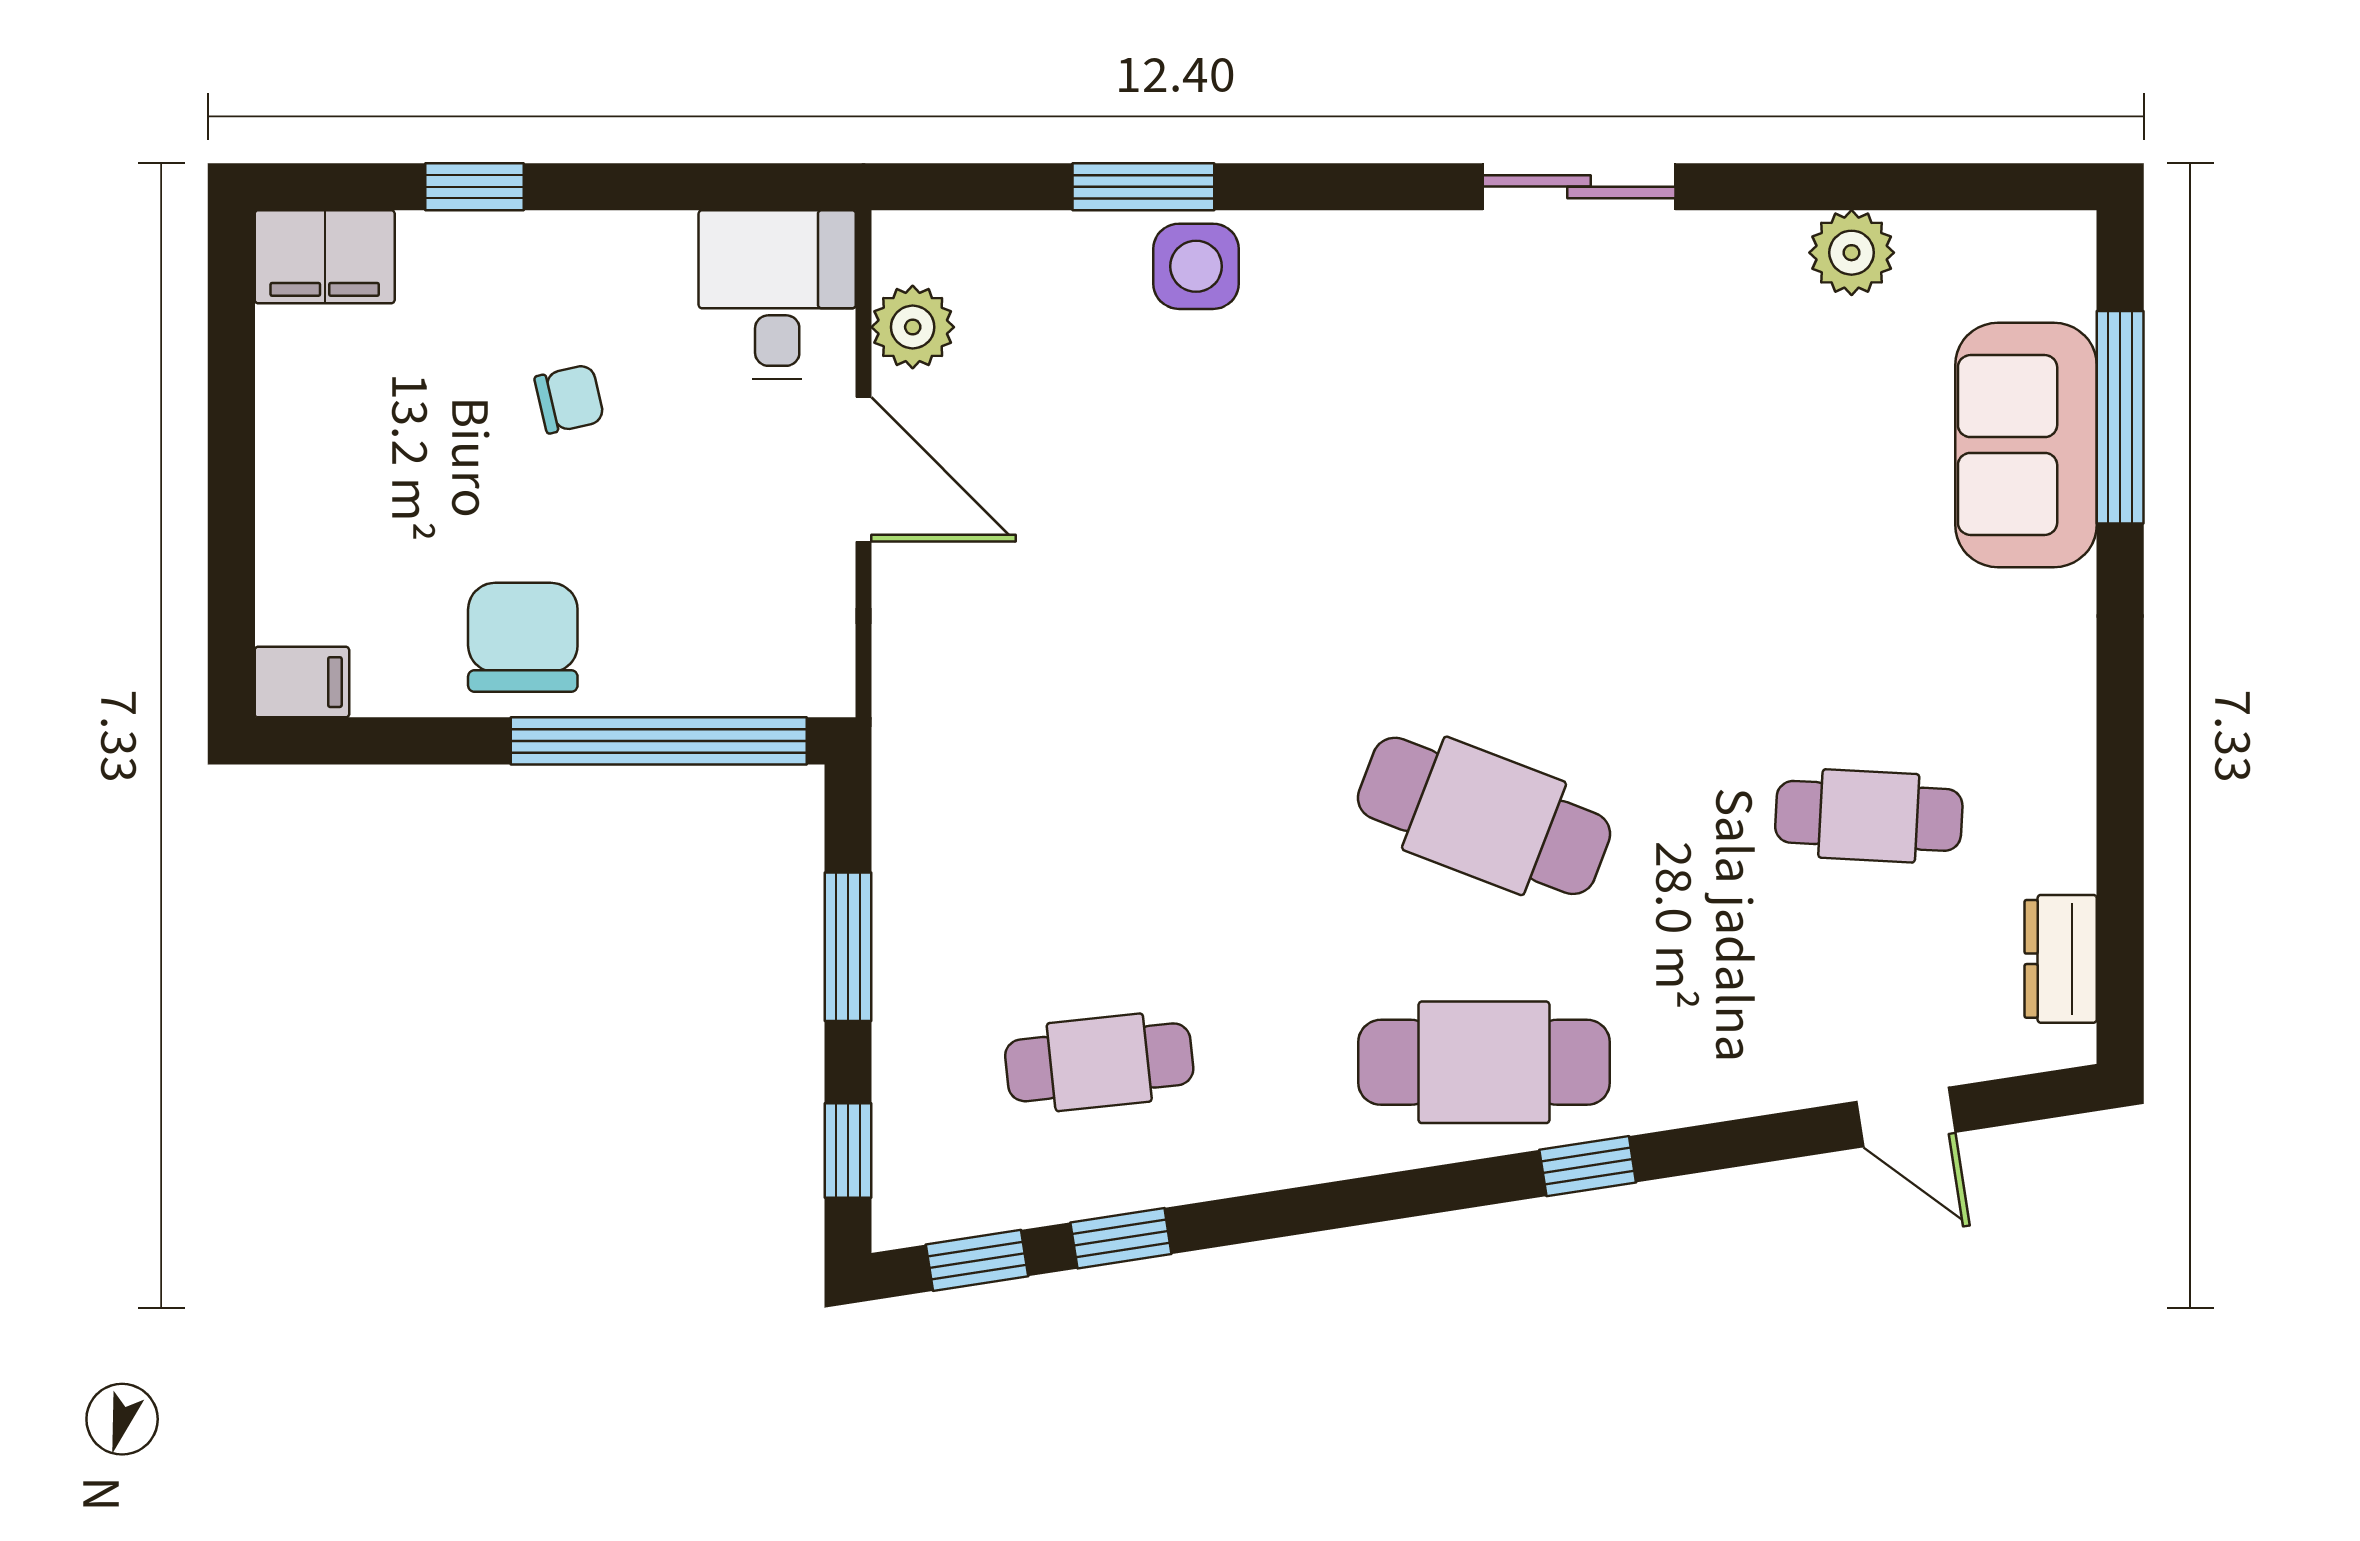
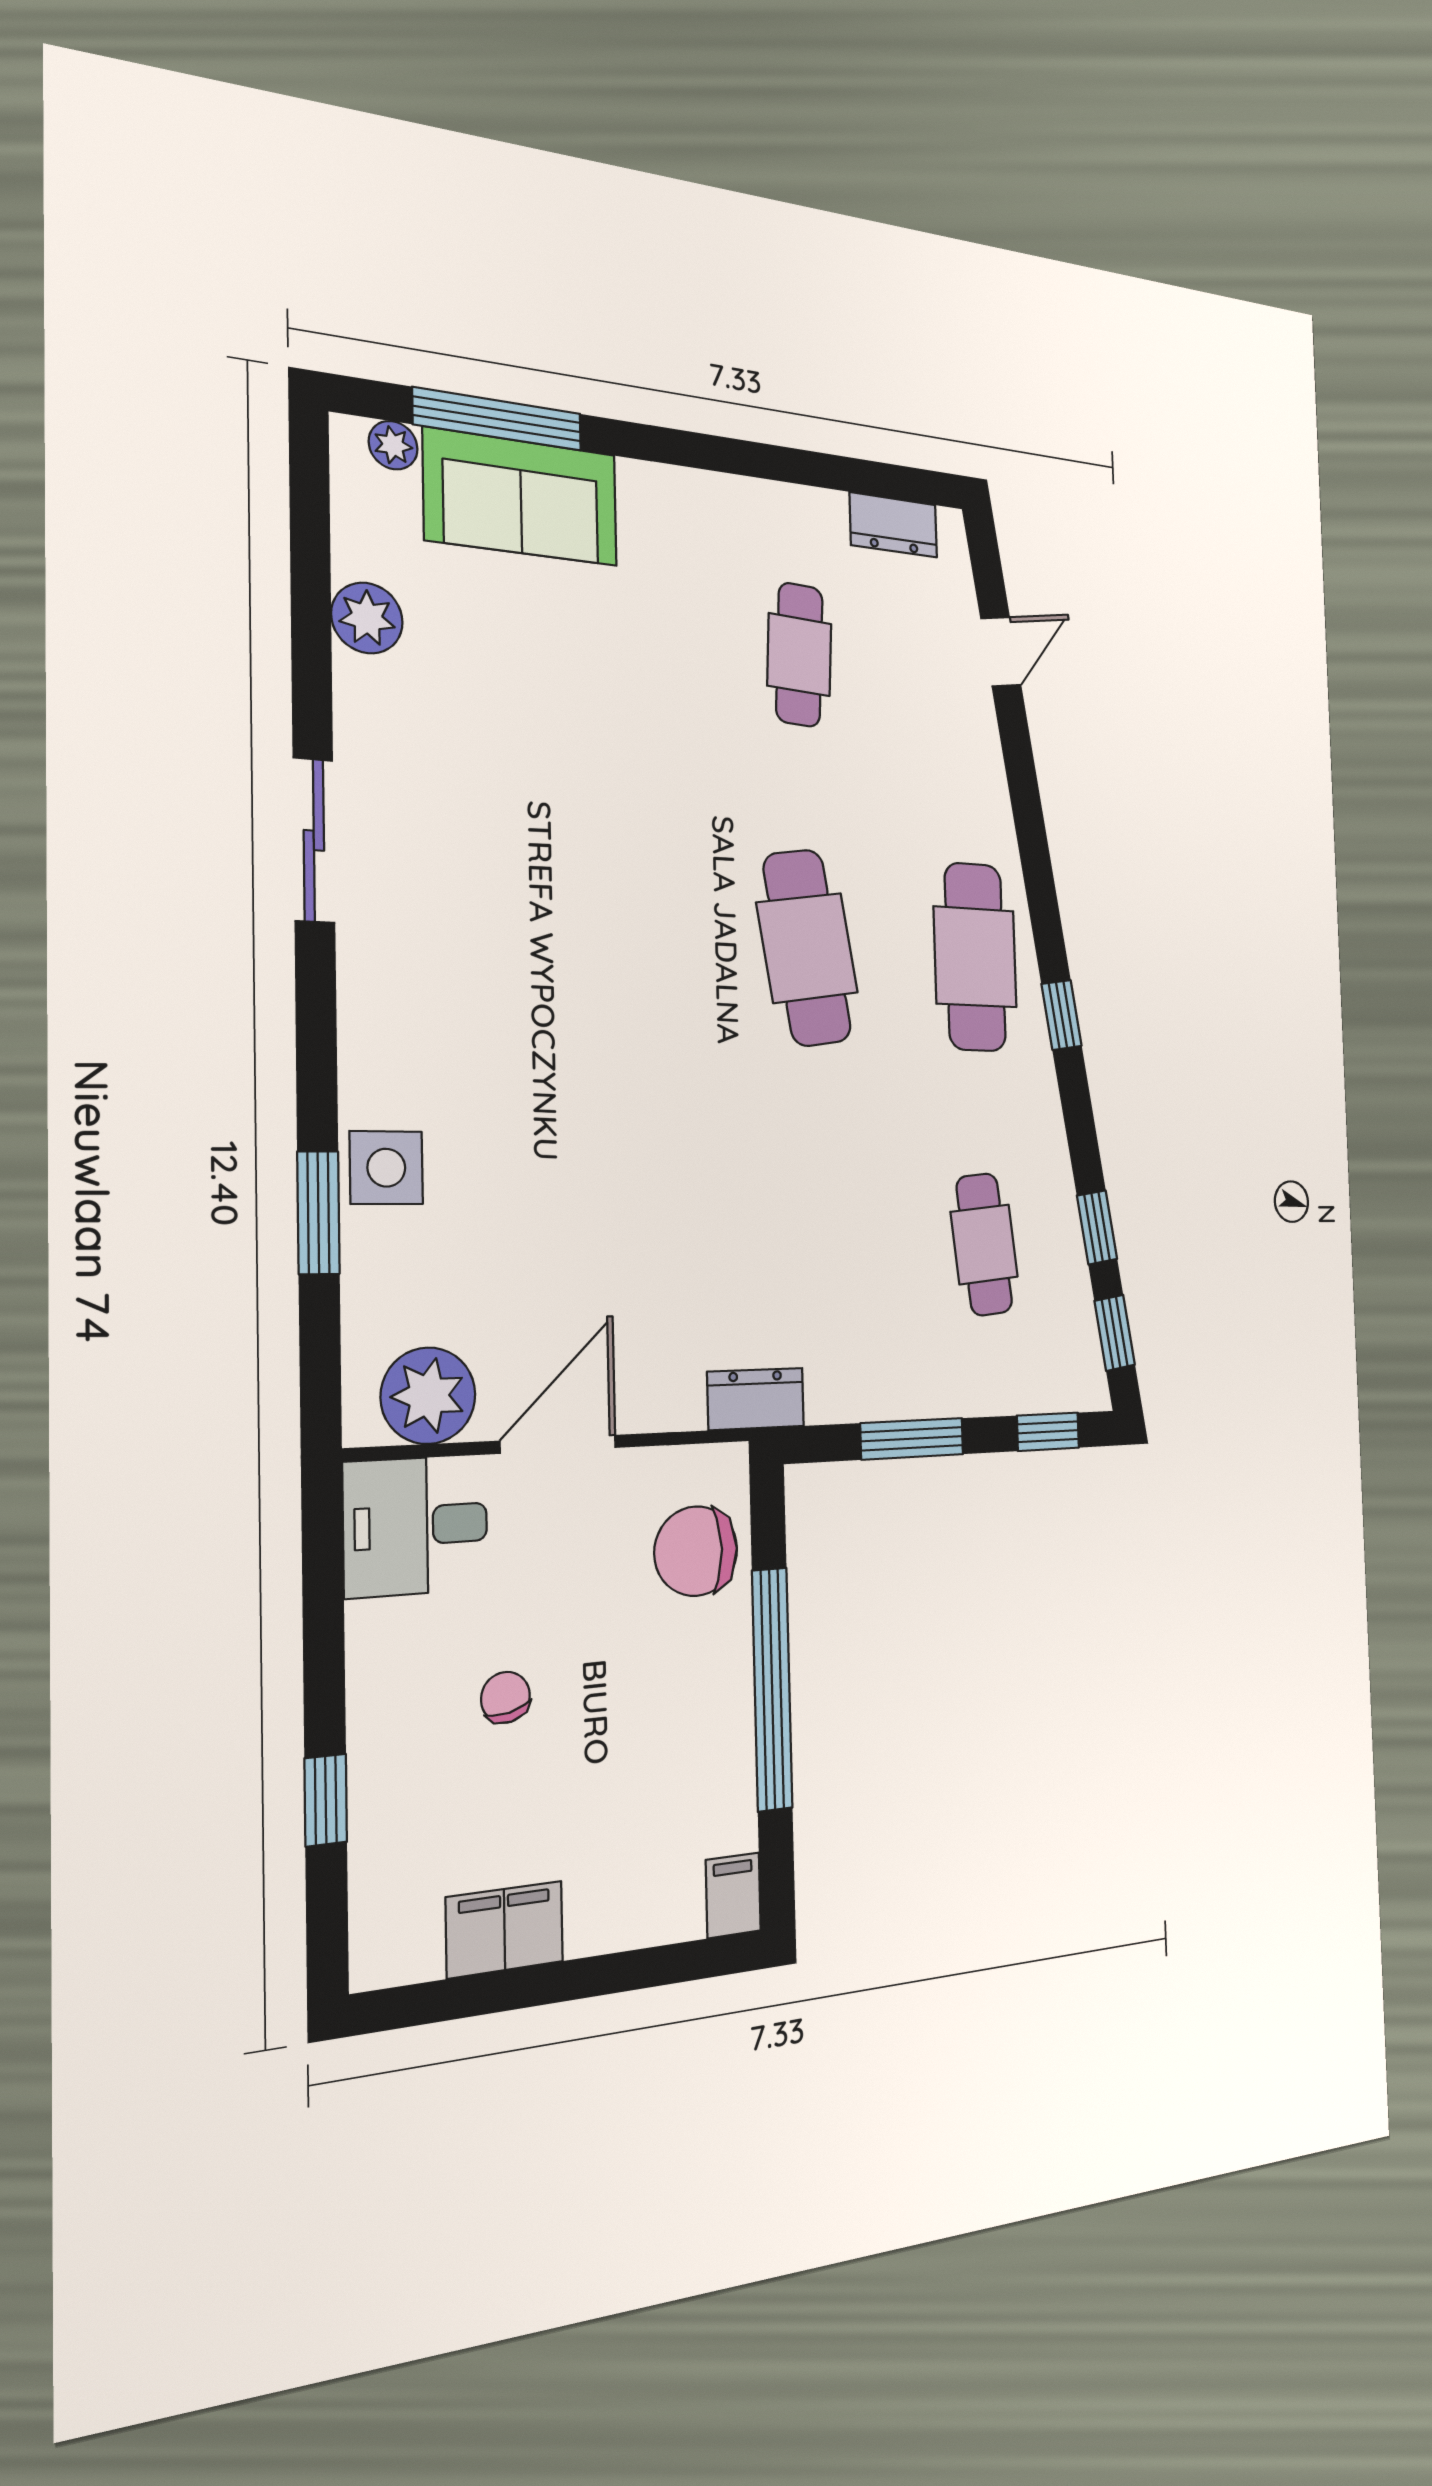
filing cabinet: (325, 257) -> (505, 1929), moved, turned -90
plant: (2067, 287) -> (393, 445), added
plant: (913, 327) -> (428, 1396), width x1.36, depth x1.36
chair: (523, 637) -> (696, 1551), moved
dresser: (908, 728) -> (756, 1399), added
window: (659, 741) -> (772, 1689), moved
cafe table: (1484, 816) -> (807, 948), turned -30
window: (1588, 1166) -> (1061, 1015), moved

